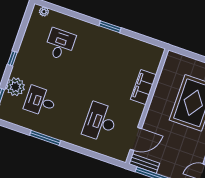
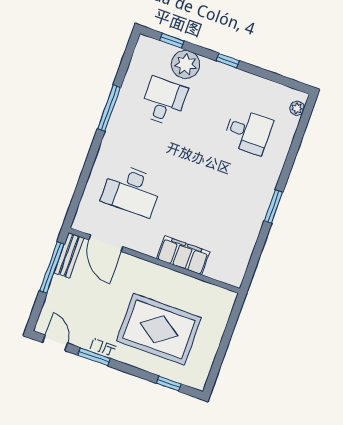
desk: (100, 122) -> (132, 190), turned 180

